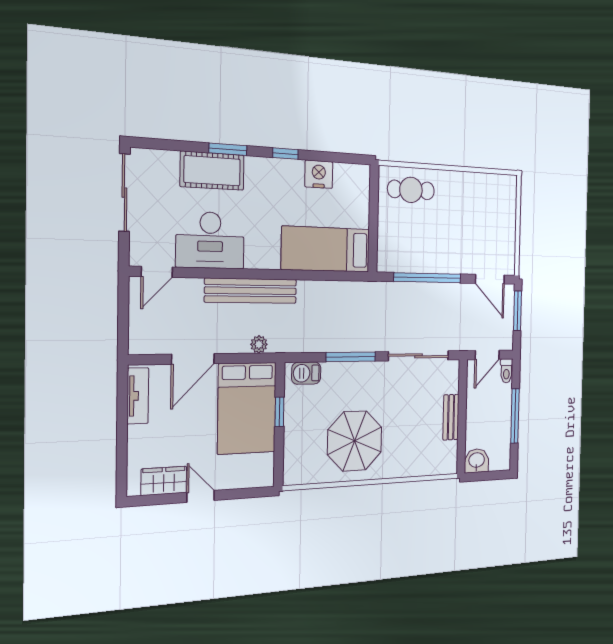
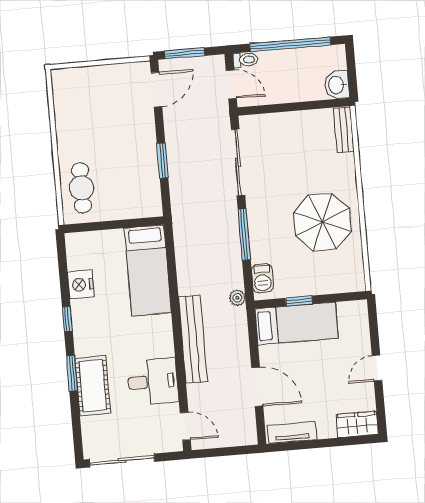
desk: (210, 240) -> (153, 382), width x0.73
window: (428, 278) -> (163, 161), width x0.47
plant: (259, 344) -> (237, 298), moved
bed: (247, 408) -> (297, 324), width x0.67
window: (515, 416) -> (290, 44), width x1.46
bench: (451, 417) -> (344, 130), moved, turned 90
wardrobe: (164, 481) -> (357, 424), moved, turned 90

